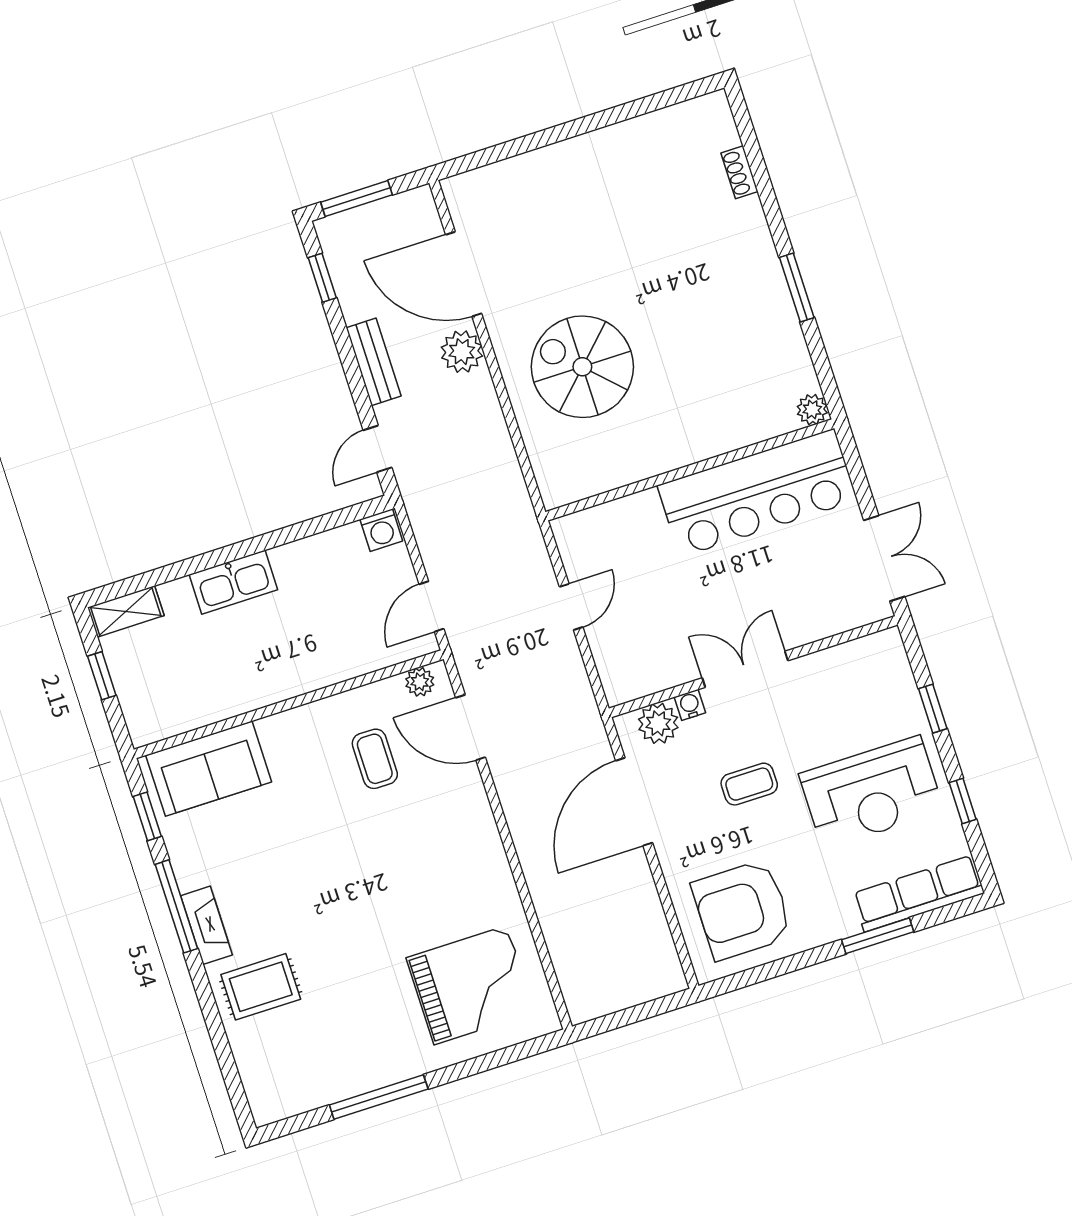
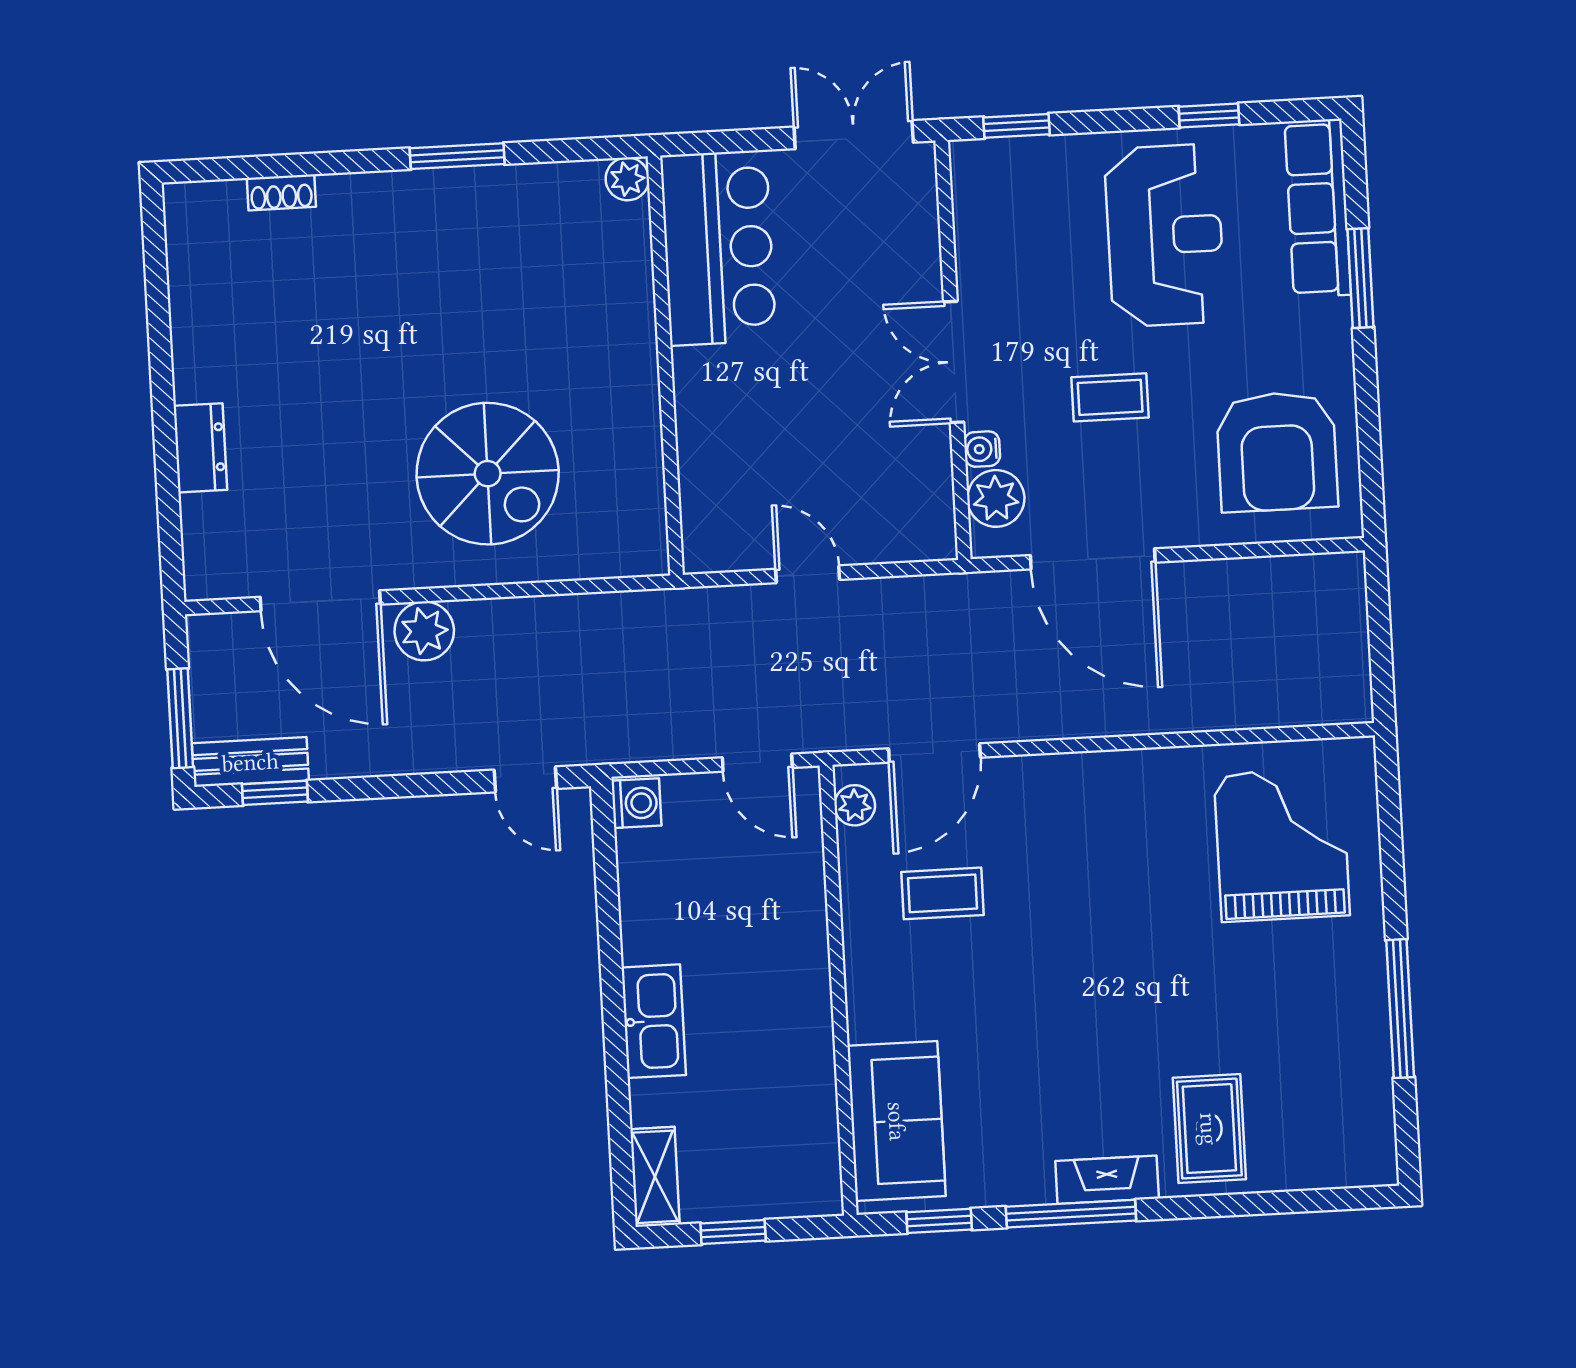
dresser: (548, 163) -> (200, 448), added
door: (464, 274) -> (320, 601), hinge flipped
bench: (374, 362) -> (250, 762), moved
spiral stairs: (582, 367) -> (488, 474), turned -90
bar counter: (757, 493) -> (718, 248), width x0.73
window: (933, 709) -> (1017, 126), moved
coffee table: (749, 784) -> (1110, 397), turned 90

